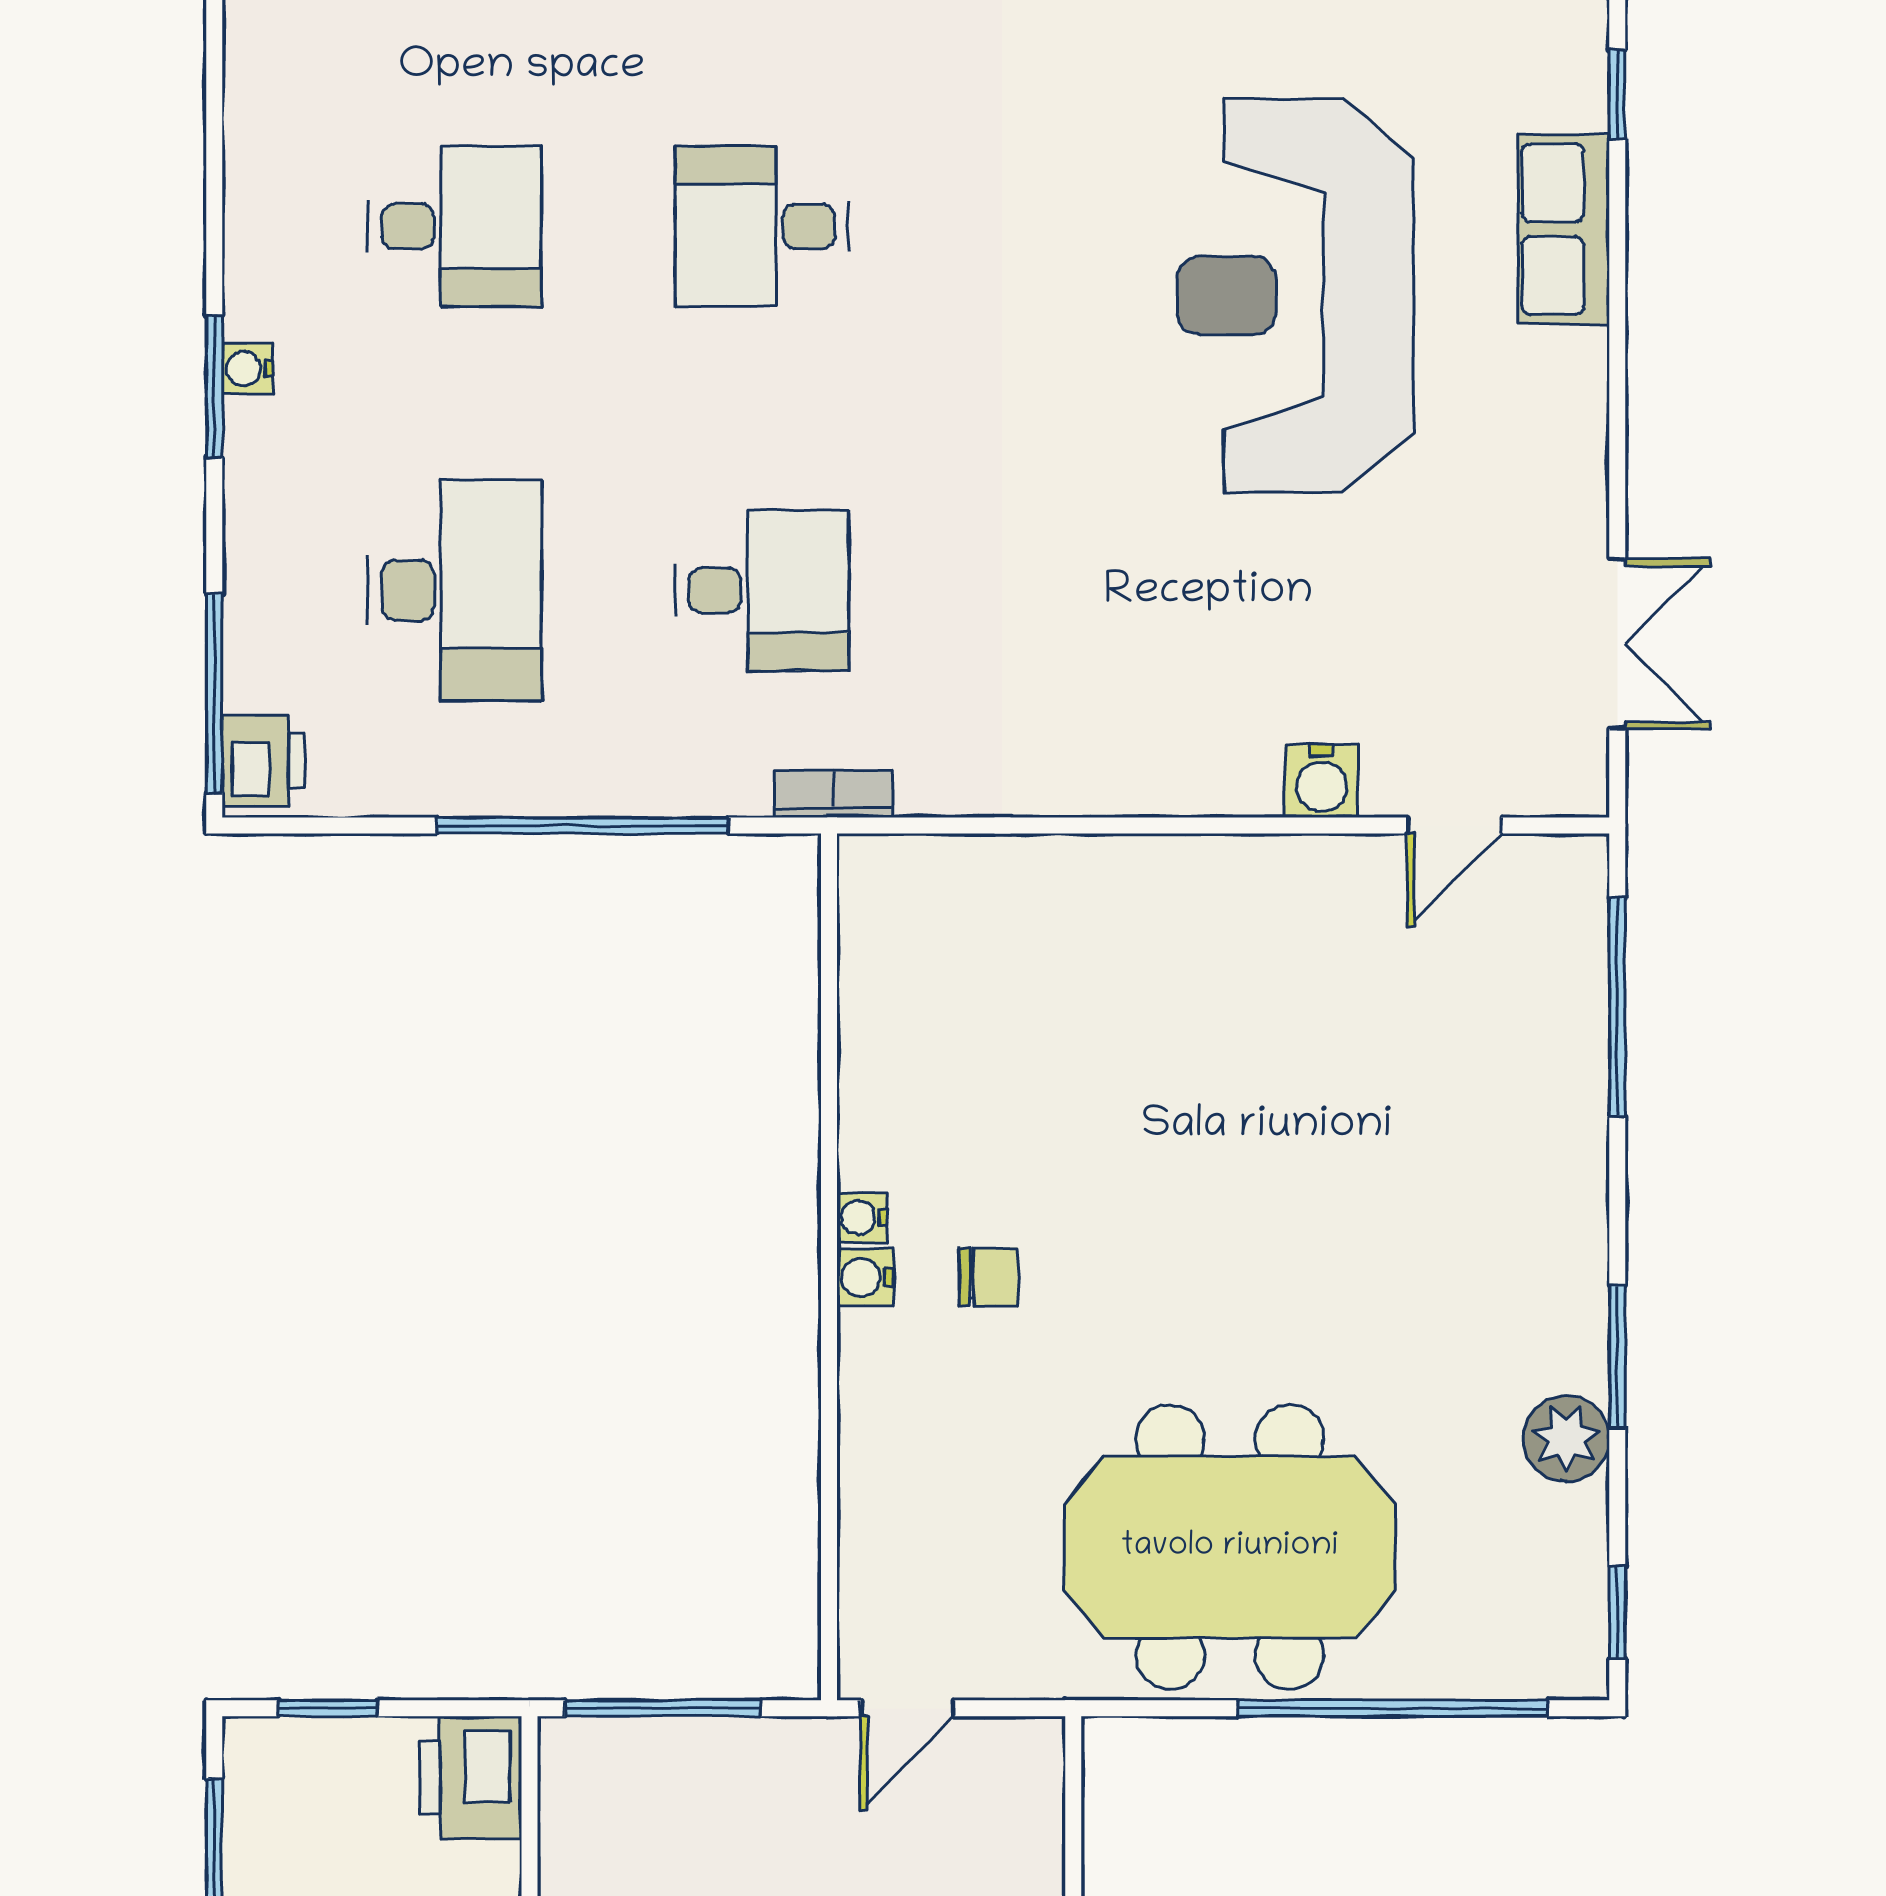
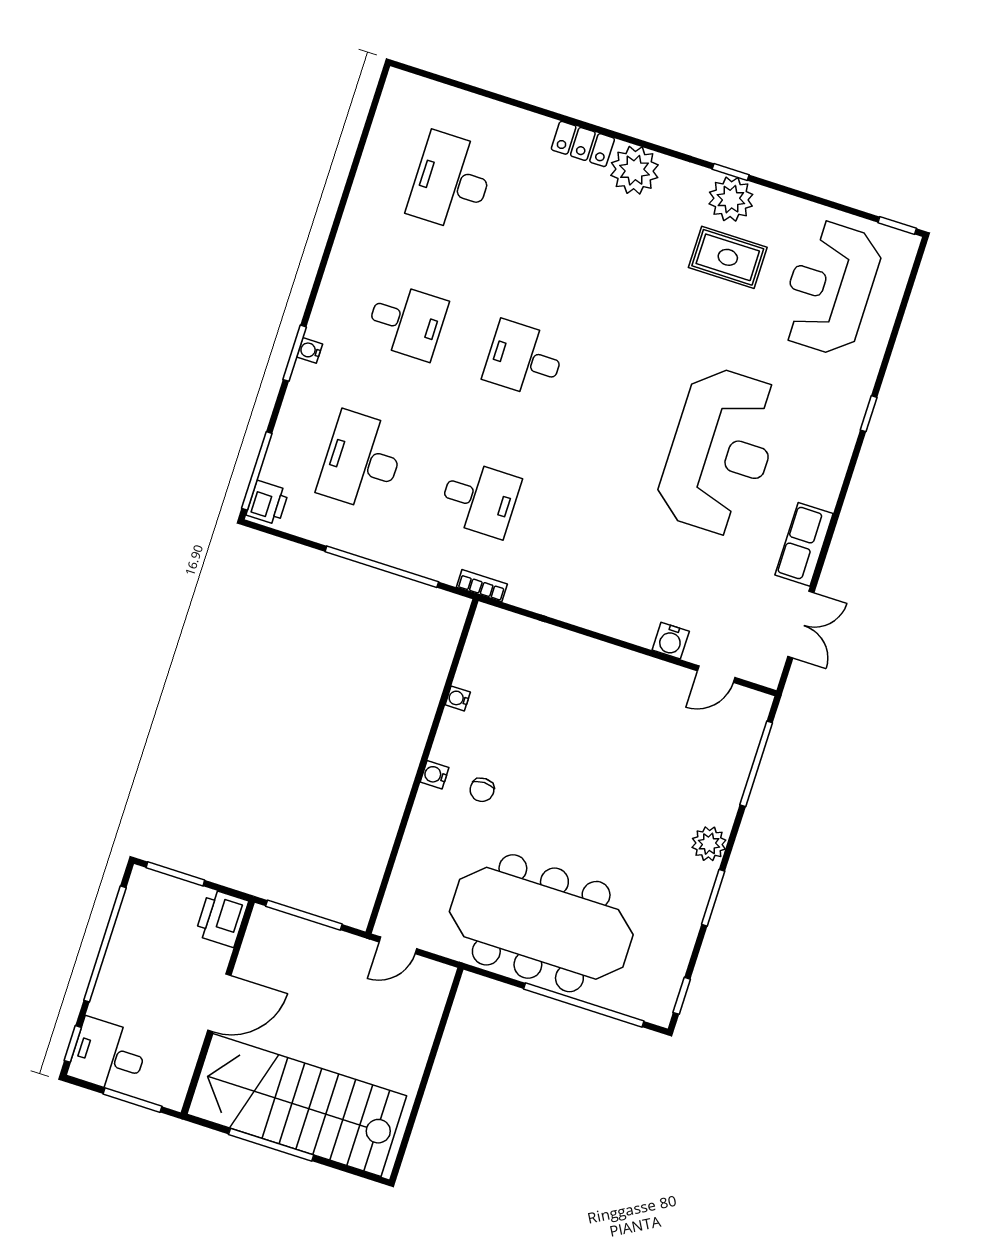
row of seats: (1564, 229) -> (804, 544), moved
reception desk: (1295, 295) -> (720, 451), turned 180
desk: (455, 590) -> (362, 461), turned 180
water cooler: (862, 1218) -> (458, 698), moved
chair: (989, 1277) -> (482, 790), turned 90
plant: (1566, 1438) -> (709, 844), moved
meeting table: (1230, 1547) -> (541, 923), width x1.36
window: (328, 1708) -> (175, 874), width x1.50

